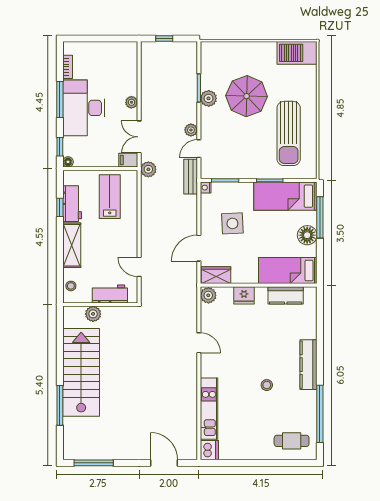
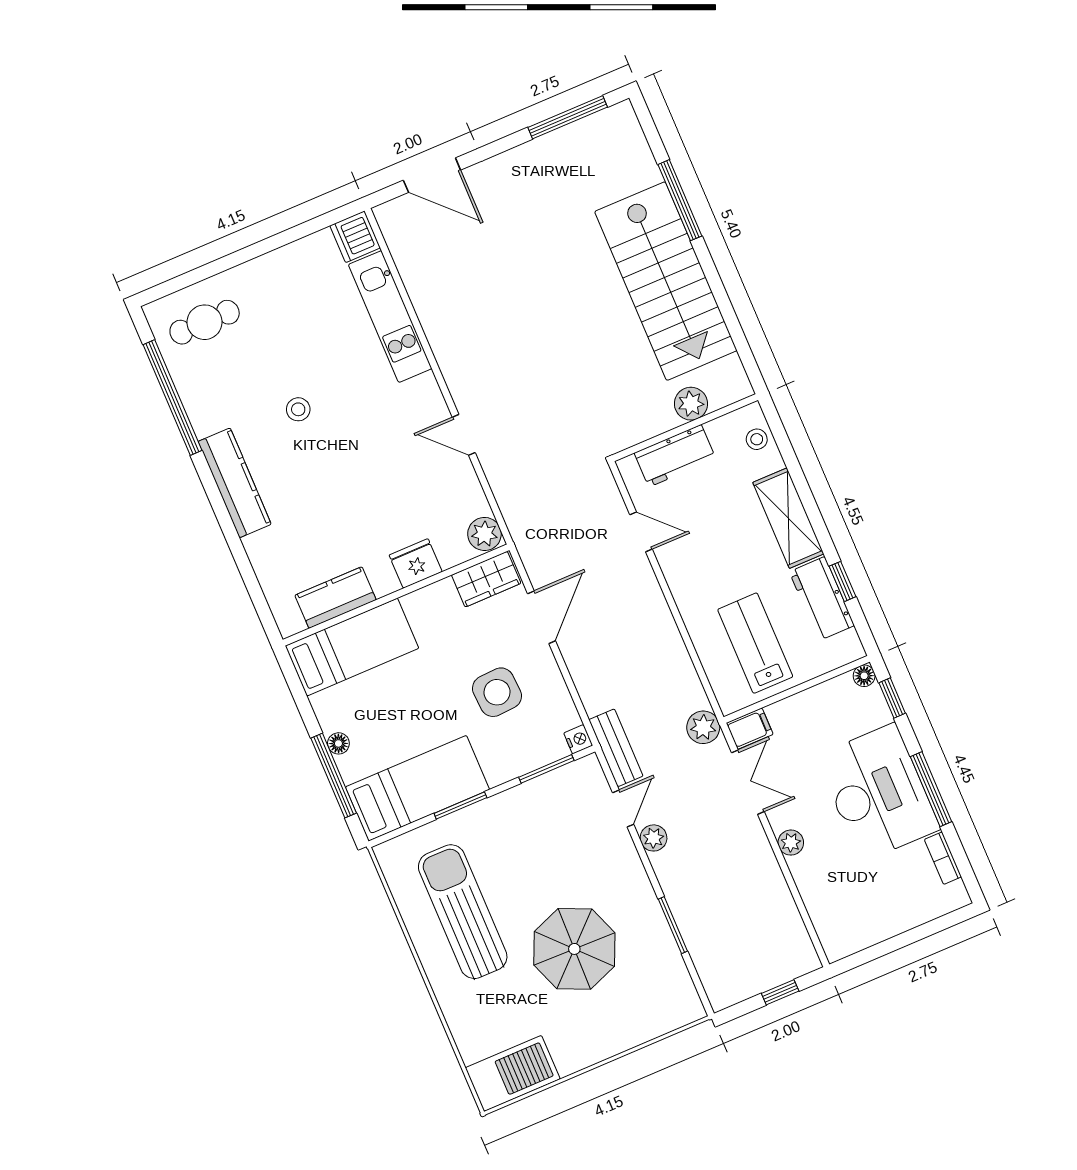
plant: (209, 98) -> (646, 913), removed
lab bench: (110, 197) -> (755, 643), turned 180
floor lamp: (307, 235) -> (338, 743), width x0.53, depth x0.53

